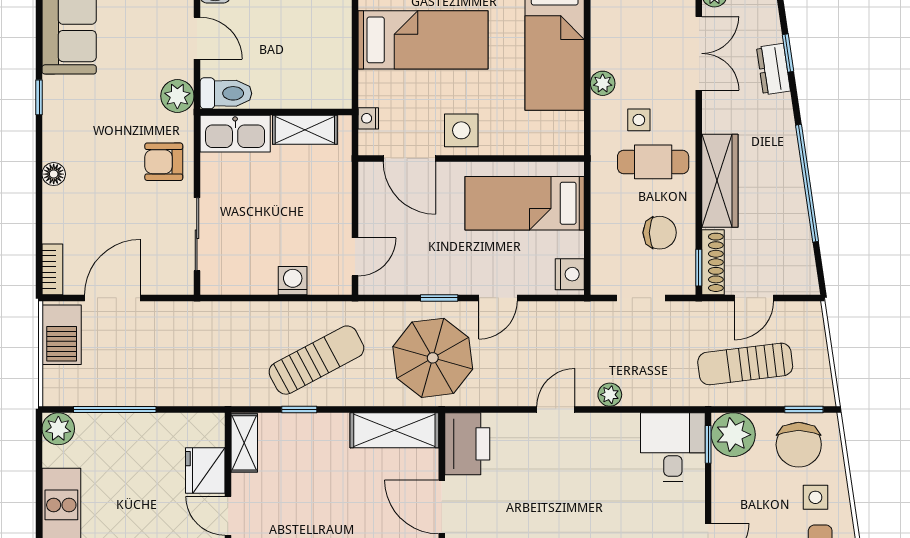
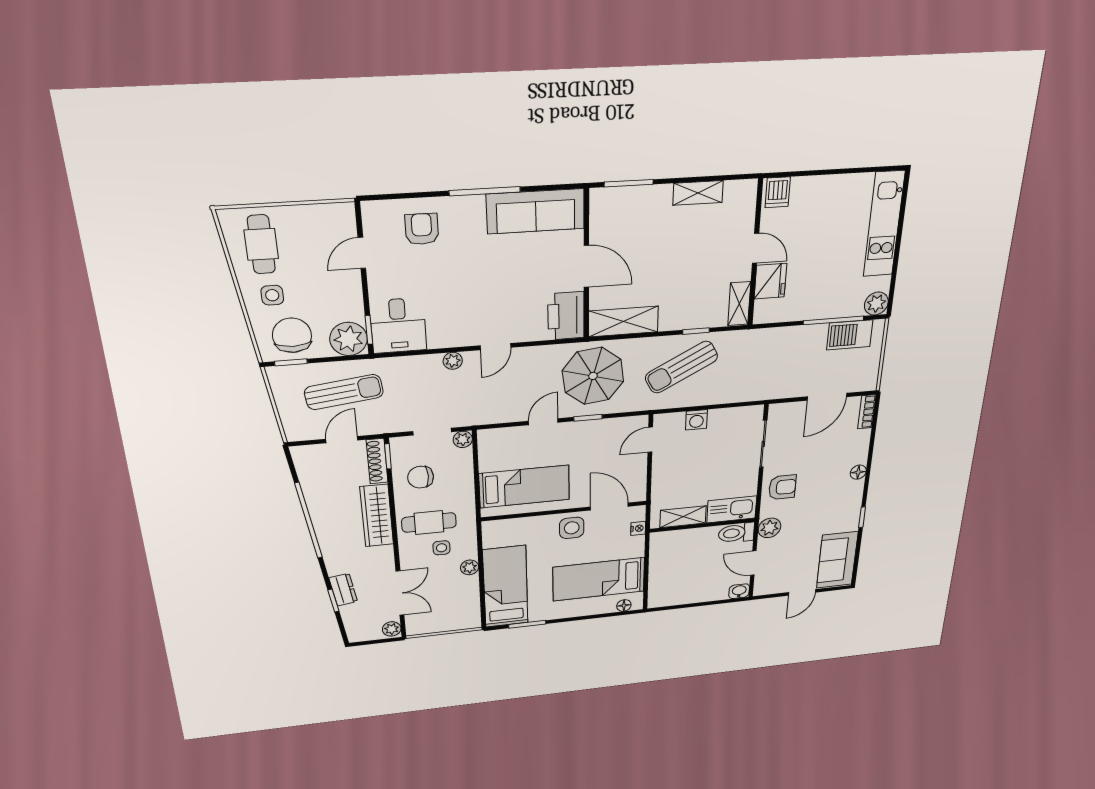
double door: (699, 53) -> (400, 593), swing flipped
nightstand: (570, 274) -> (488, 443), removed
plant: (603, 283) -> (463, 439), added
barbecue: (62, 335) -> (850, 335), moved, turned -90

